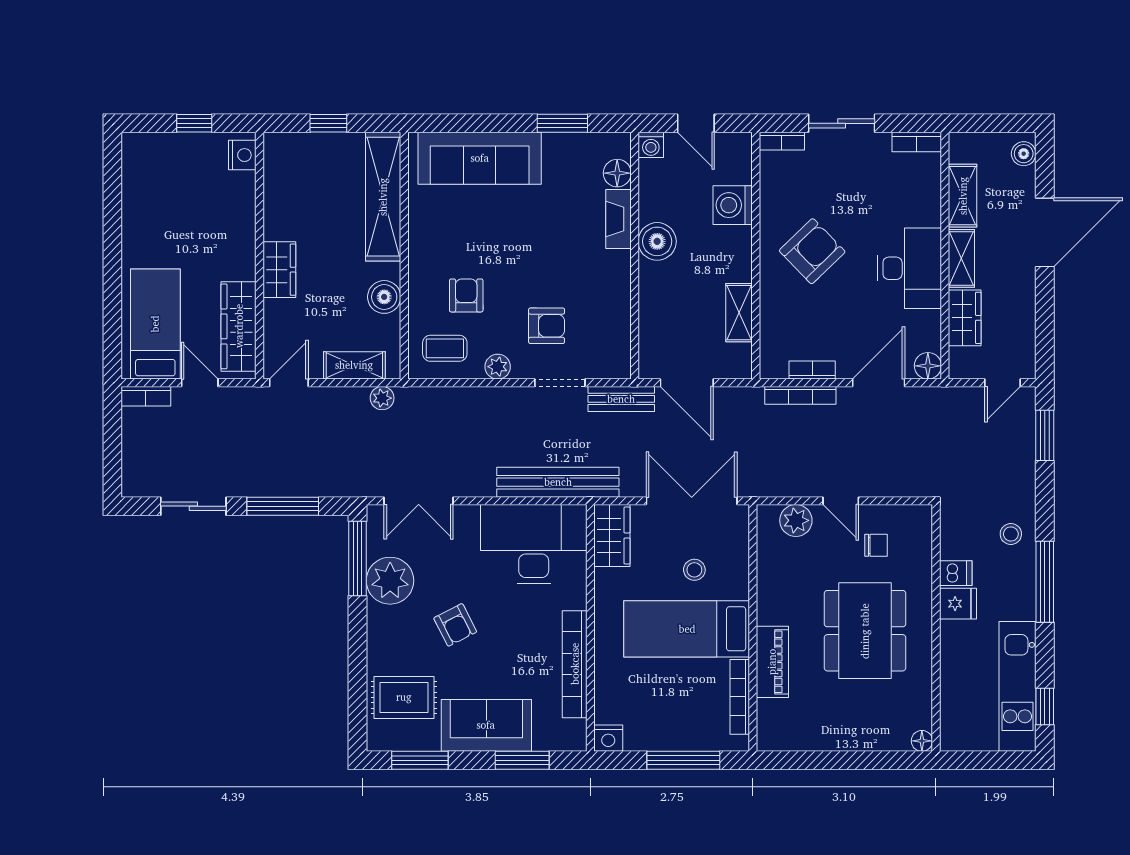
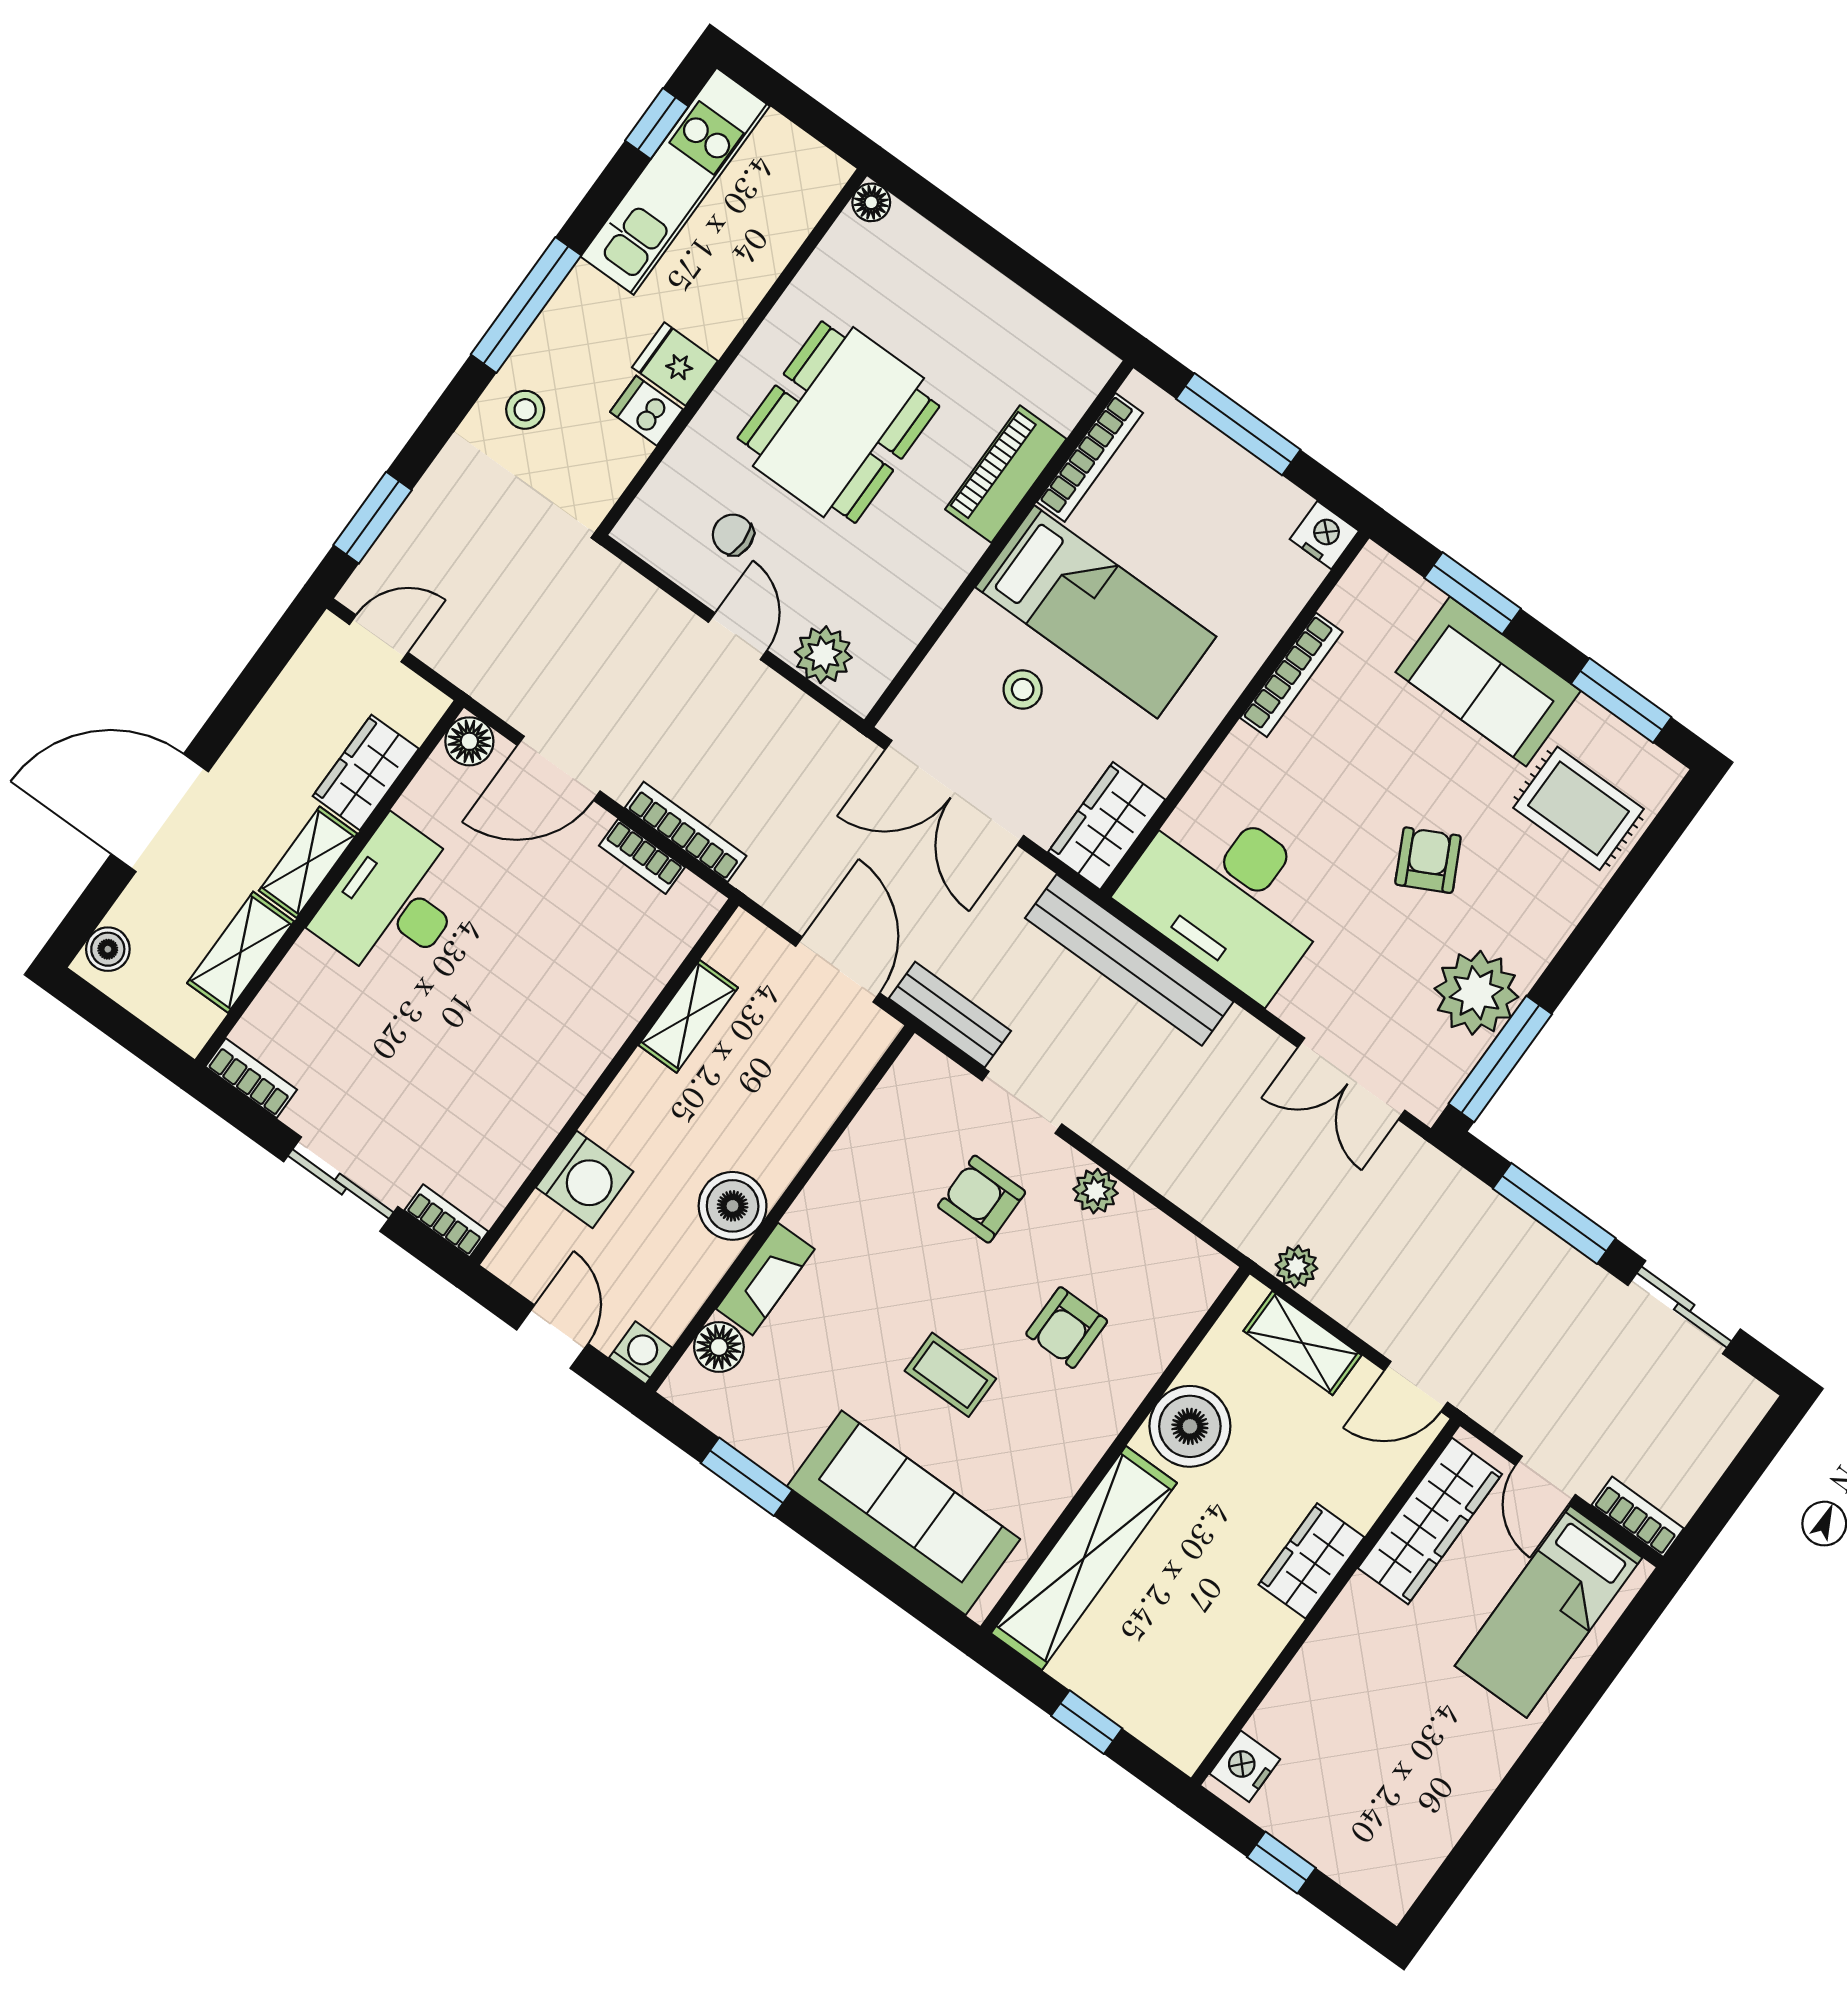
armchair: (812, 251) -> (517, 1029), removed
boiler: (384, 297) -> (1190, 1426), width x1.37, depth x1.37
coffee table: (445, 348) -> (950, 1375), moved
double door: (419, 501) -> (1351, 1079), swing flipped
bookcase: (575, 664) -> (1291, 675), width x0.68, depth x0.76

